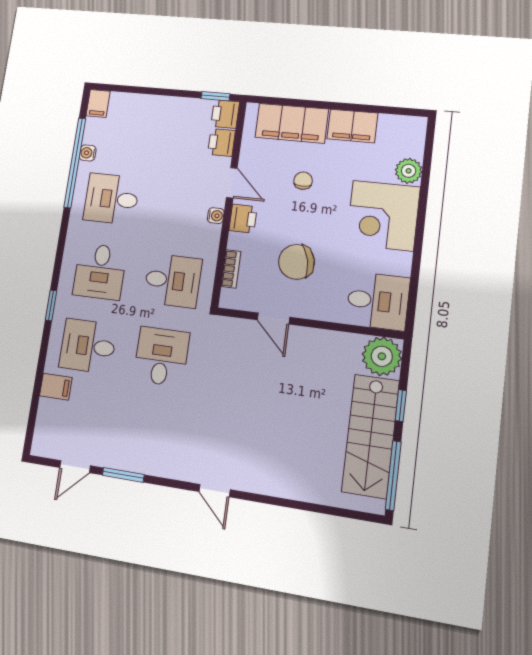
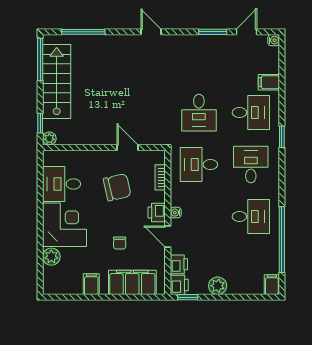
plant: (172, 108) -> (218, 286), added
filing cabinet: (352, 126) -> (91, 284), width x0.50
water cooler: (88, 153) -> (274, 40), moved
desk: (378, 301) -> (62, 184), moved
plant: (382, 356) -> (49, 138), width x0.53, depth x0.53
window: (401, 406) -> (40, 123), moved
window: (319, 509) -> (83, 32), added

